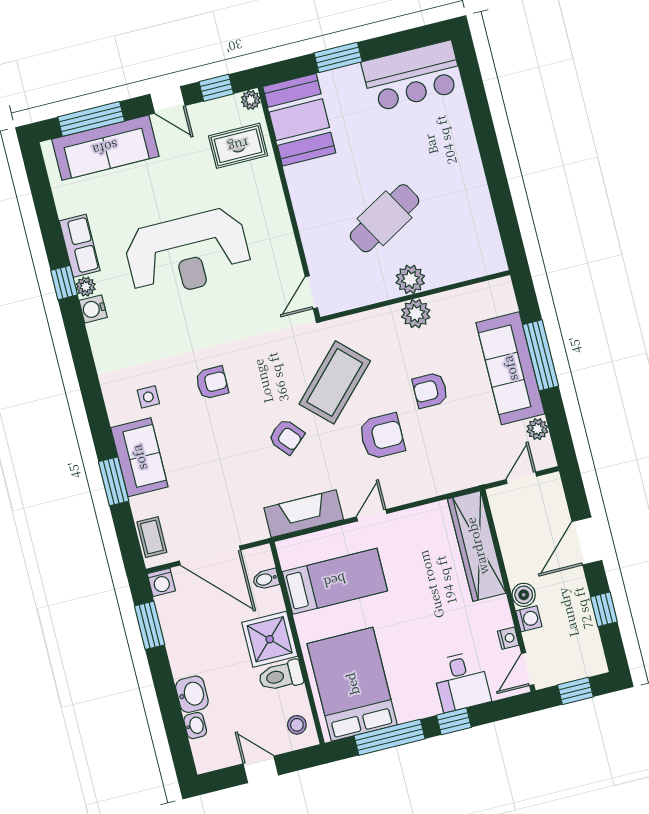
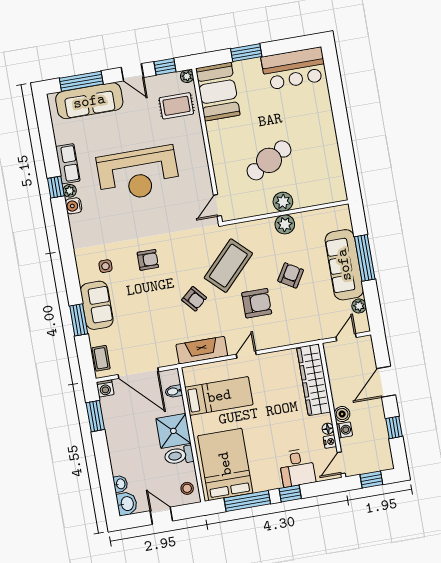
armchair: (430, 390) -> (291, 275), turned 121
floor lamp: (504, 619) -> (328, 429), added
washbasin: (192, 694) -> (127, 504), moved

